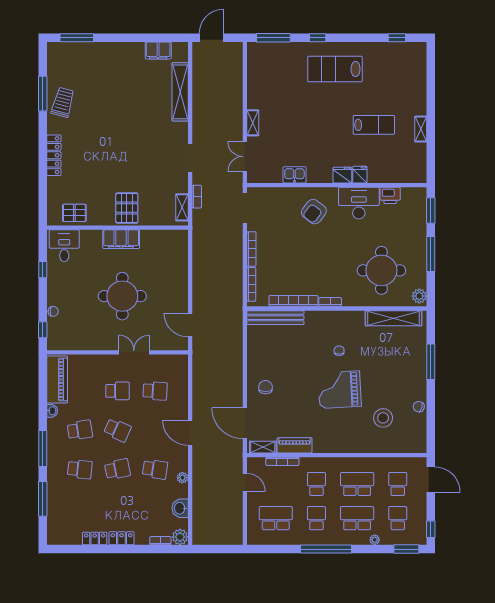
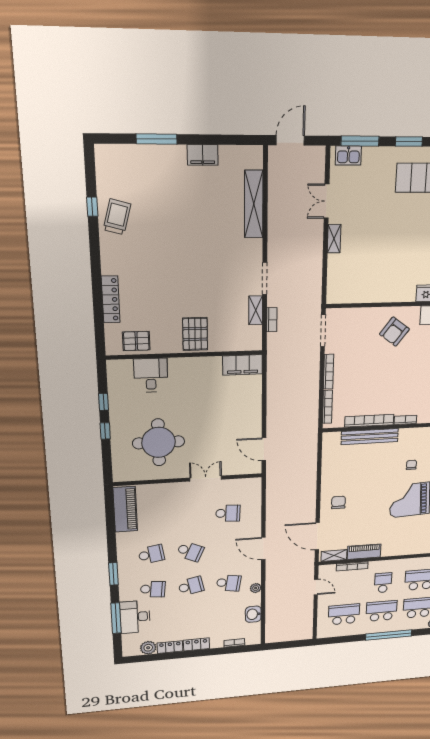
window: (77, 38) -> (157, 139), moved
window: (318, 38) -> (409, 141), width x1.50
filing cabinet: (158, 50) -> (203, 155), moved
window: (43, 94) -> (92, 207), width x0.46
locker: (54, 155) -> (111, 299), moved
double door: (245, 157) -> (327, 201), moved
kitchen sink: (294, 175) -> (348, 155), moved, turned 180
shelving: (182, 207) -> (256, 310), moved
filing cabinet: (121, 239) -> (242, 365), moved
desk: (64, 246) -> (151, 375), moved
round table: (122, 296) -> (159, 442), moved
chair: (53, 311) -> (118, 444), removed
bench: (275, 318) -> (370, 437), moved
window: (43, 330) -> (105, 431), moved
school desk: (117, 391) -> (189, 516), removed
washbasin: (52, 411) -> (121, 539), removed
window: (43, 449) -> (113, 574), width x0.69
desk: (61, 499) -> (135, 617), added
school desk: (316, 518) -> (381, 611), width x1.85
plant: (180, 537) -> (148, 648), moved

